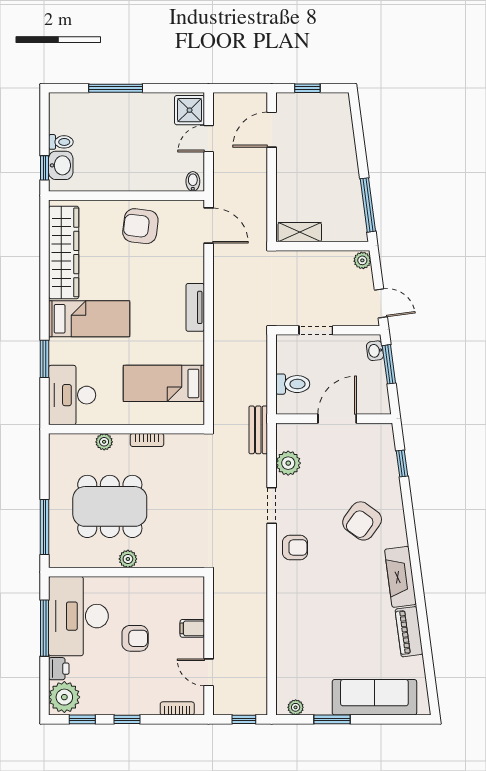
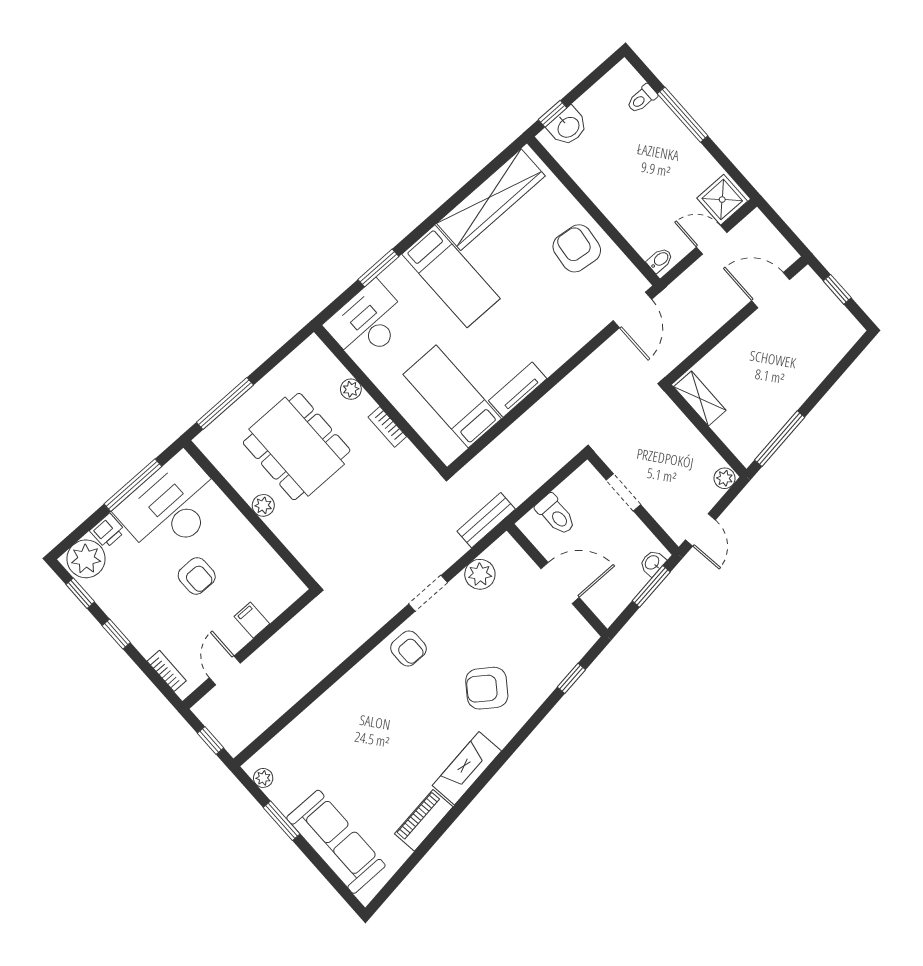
toilet: (61, 142) -> (642, 99), moved, turned 90
tv unit: (195, 307) -> (518, 390), moved

